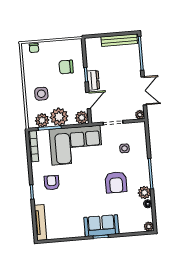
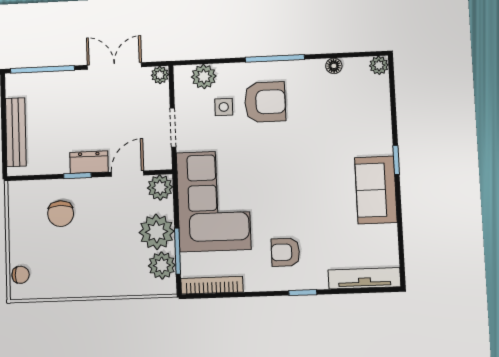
bench: (119, 40) -> (16, 132), moved
side table: (41, 94) -> (110, 265), removed
door: (88, 100) -> (128, 174), hinge flipped
armchair: (116, 182) -> (265, 102), moved
plant: (144, 192) -> (204, 77), moved
sofa: (101, 226) -> (376, 190), moved

